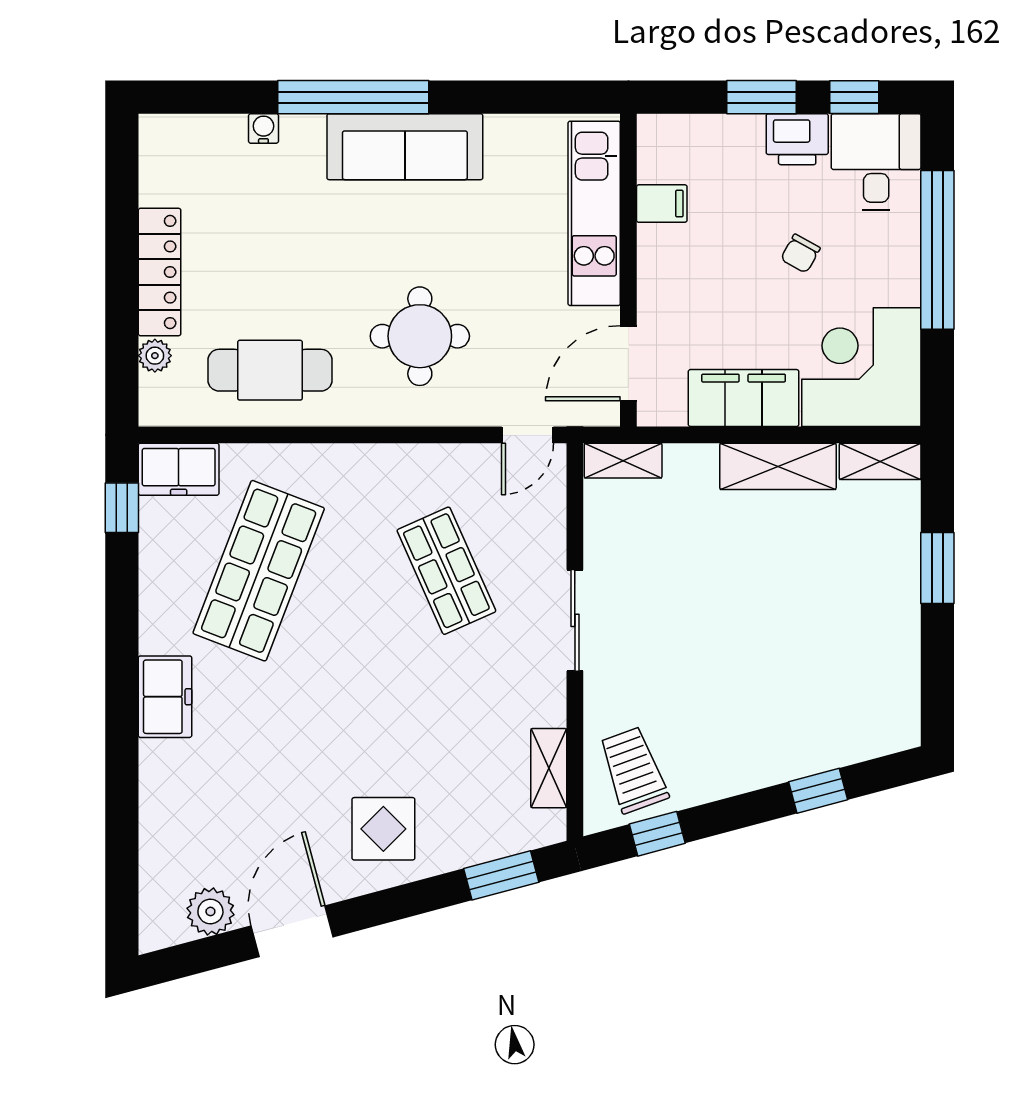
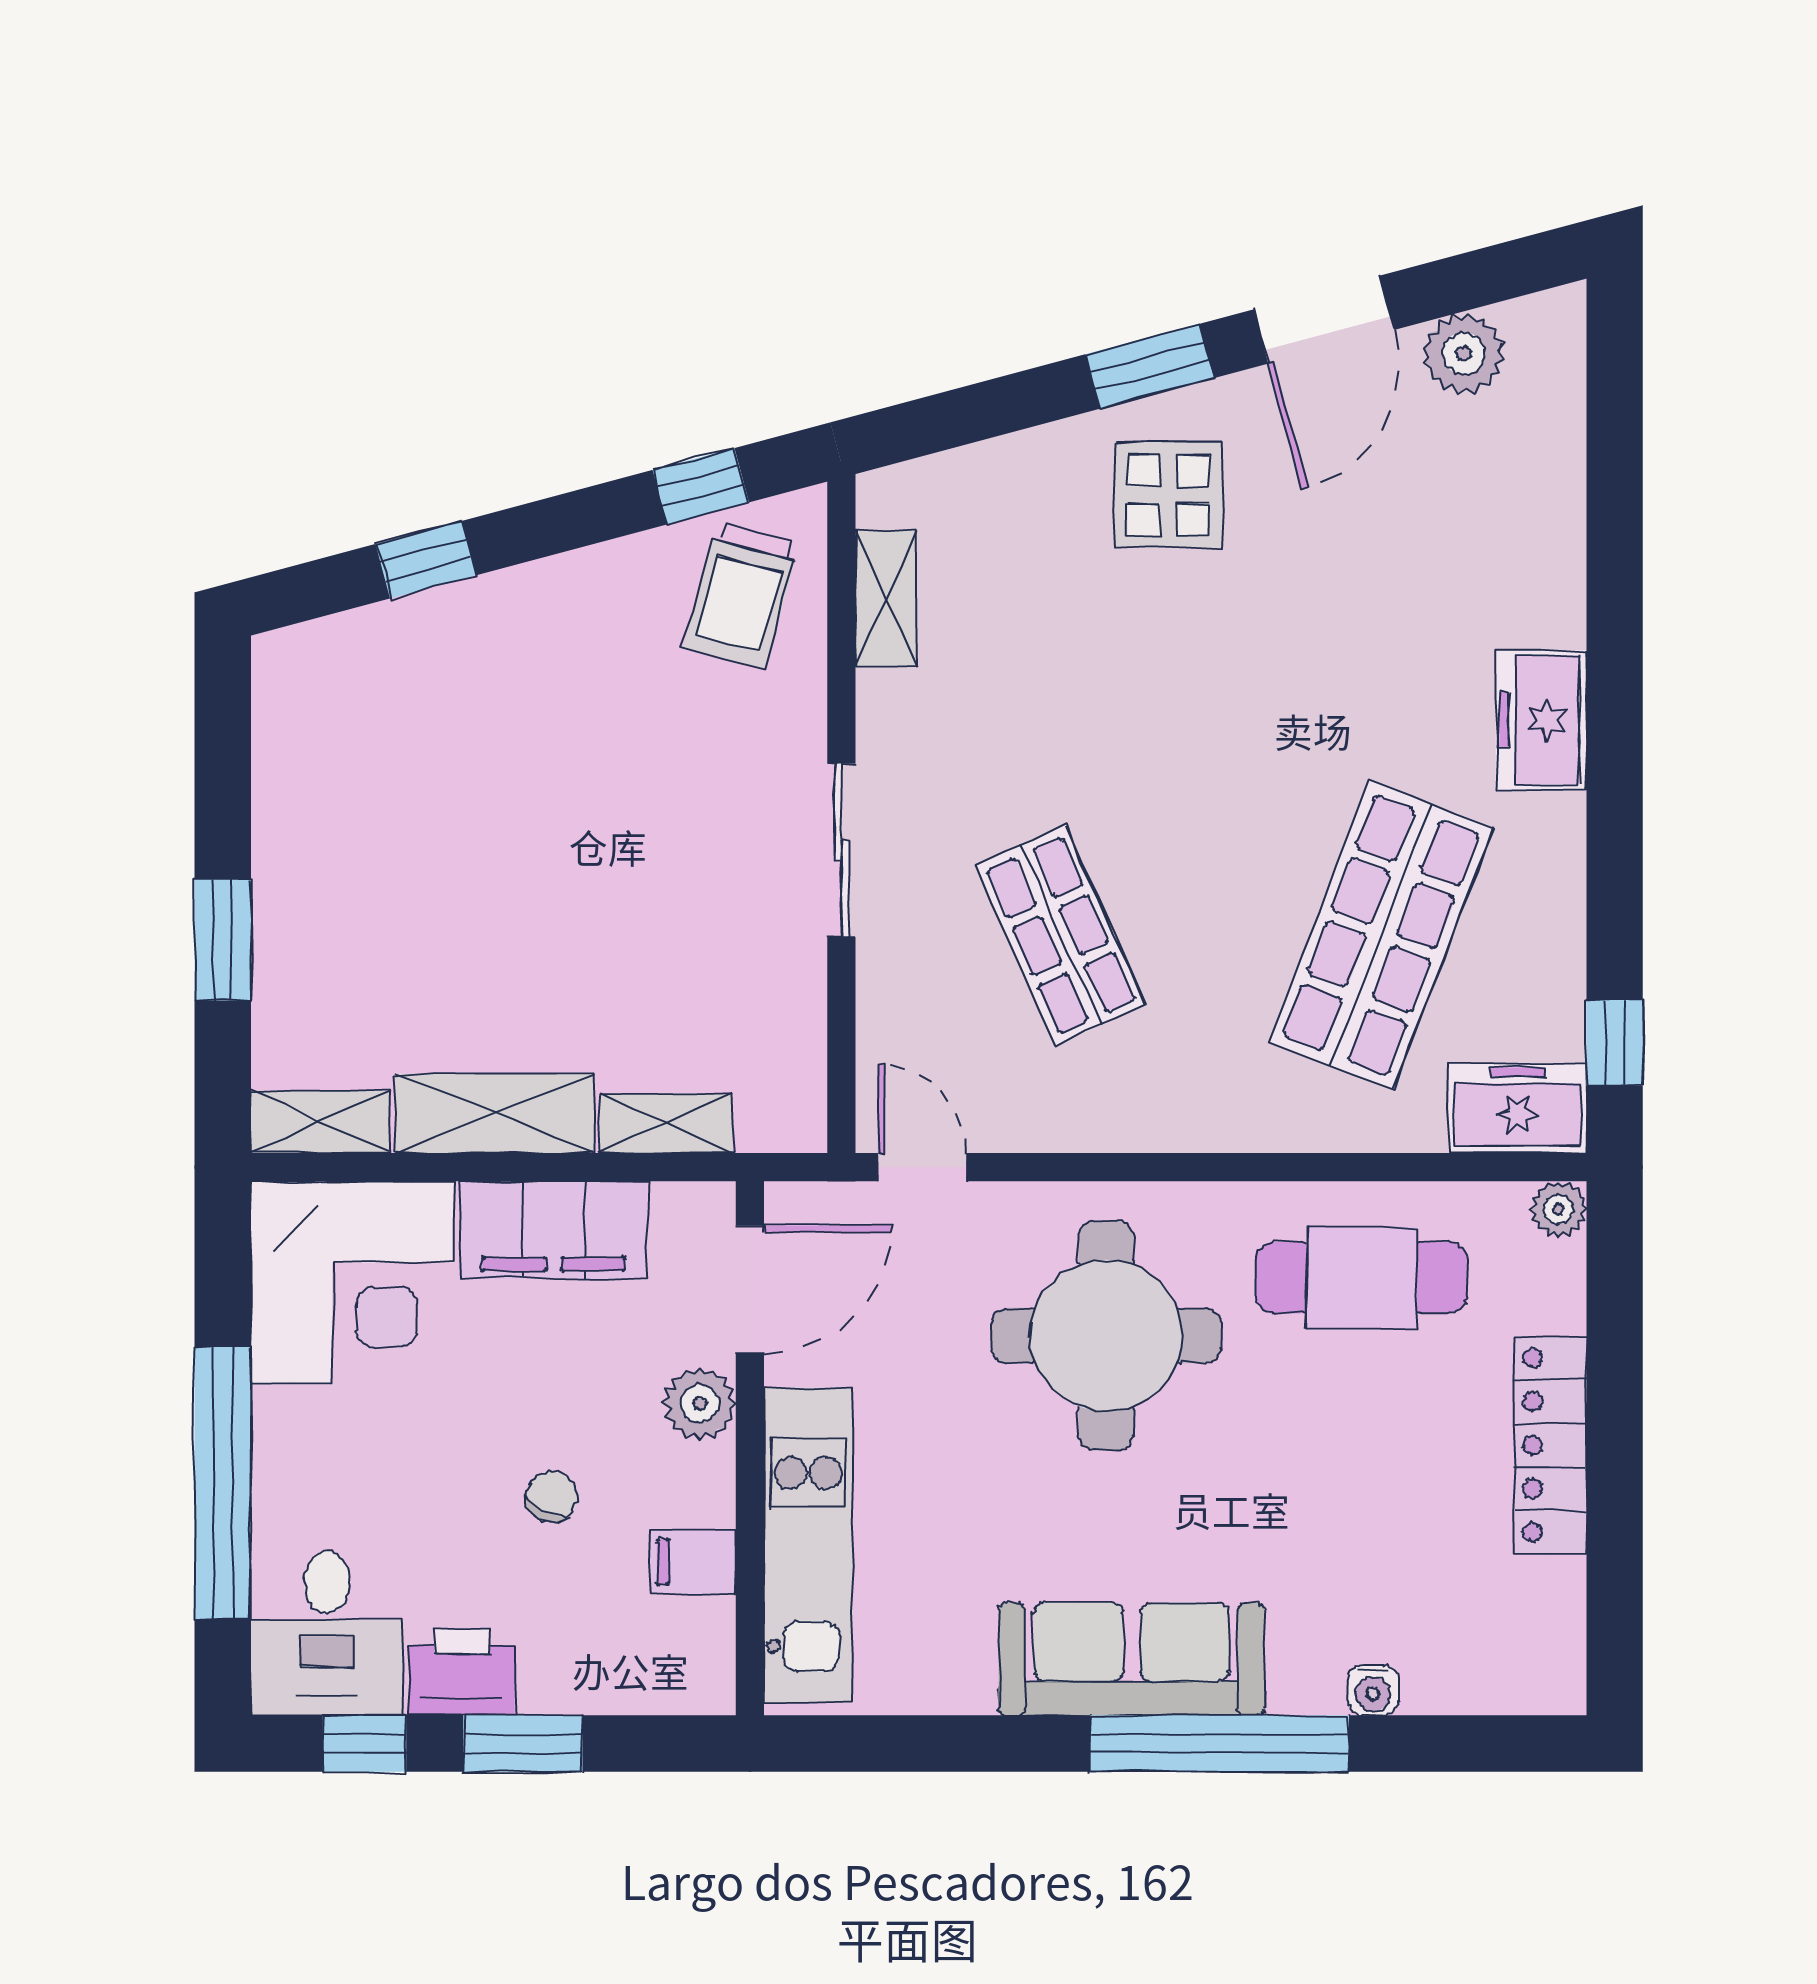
chair: (800, 254) -> (552, 1497), moved
plant: (658, 296) -> (700, 1403), added
round table: (420, 336) -> (1106, 1336), width x1.36, depth x1.36
plant: (155, 356) -> (1558, 1209), moved
door: (528, 435) -> (922, 1167), hinge flipped
shelving: (623, 461) -> (666, 1123), moved
trolley: (633, 770) -> (742, 595), turned 35
window: (501, 875) -> (1150, 366), moved

